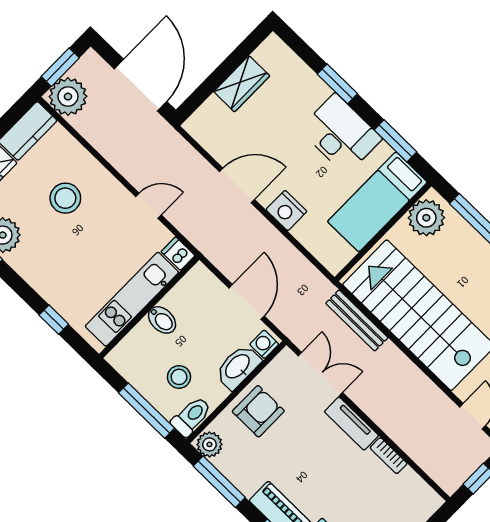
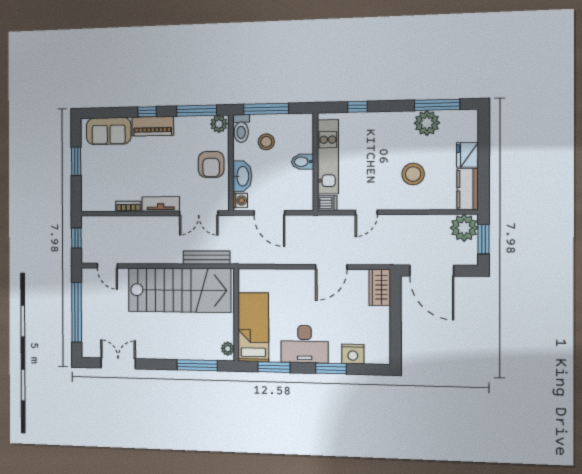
wardrobe: (242, 84) -> (380, 287), moved
nightstand: (286, 210) -> (353, 354), moved, turned 180
plant: (426, 218) -> (228, 349), width x0.53, depth x0.53

